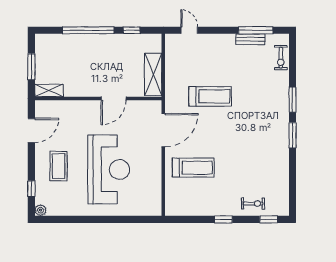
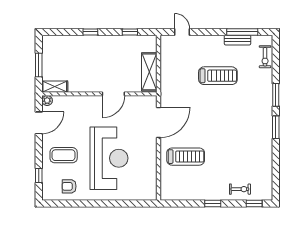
window: (88, 30) -> (90, 32), width x0.32
treadmill: (210, 96) -> (218, 76), moved
coffee table: (59, 166) -> (64, 155), turned 90
armchair: (65, 201) -> (69, 186), added
plant: (40, 210) -> (47, 101), moved

